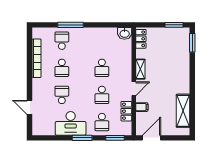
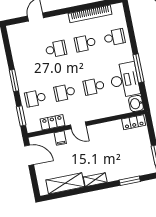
window: (70, 25) -> (138, 68), moved
window: (192, 43) -> (130, 181), moved
shelving: (140, 69) -> (95, 180), moved
desk: (71, 123) -> (125, 80), moved, turned 180

